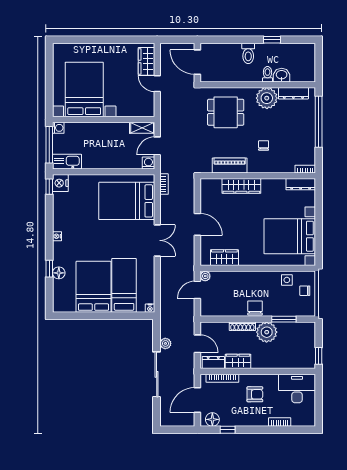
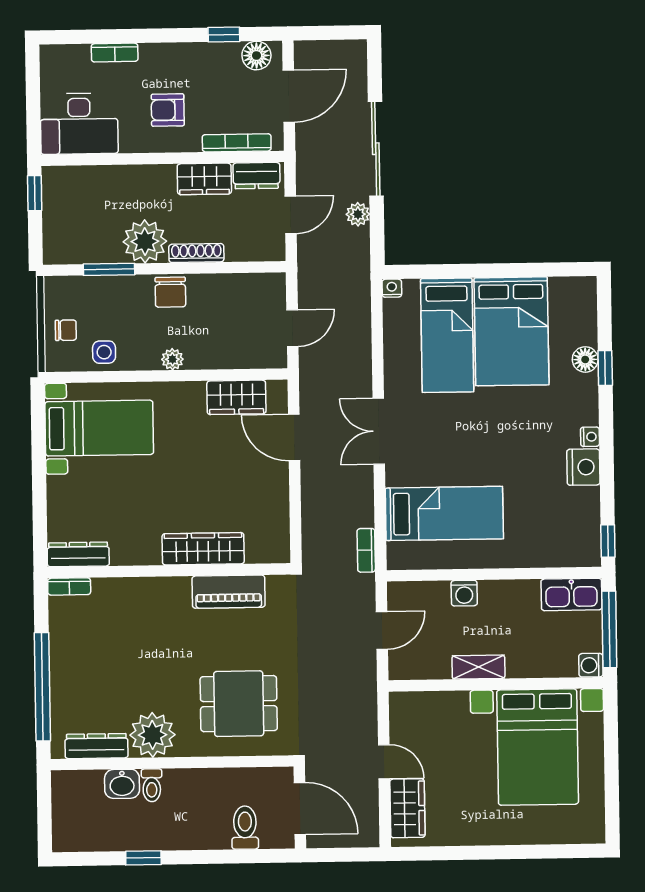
toilet: (248, 53) -> (245, 828), moved
shelving: (142, 128) -> (478, 667), moved
chair: (264, 145) -> (158, 635), removed
washing machine: (148, 163) -> (464, 593), moved
nightstand: (60, 183) -> (583, 467), moved
bed: (127, 201) -> (444, 513), width x0.67
door: (197, 224) -> (294, 438), moved
bed with nightstands: (290, 236) -> (99, 428), width x0.73
plant: (205, 276) -> (172, 359), moved
door: (197, 344) -> (291, 215), swing flipped

